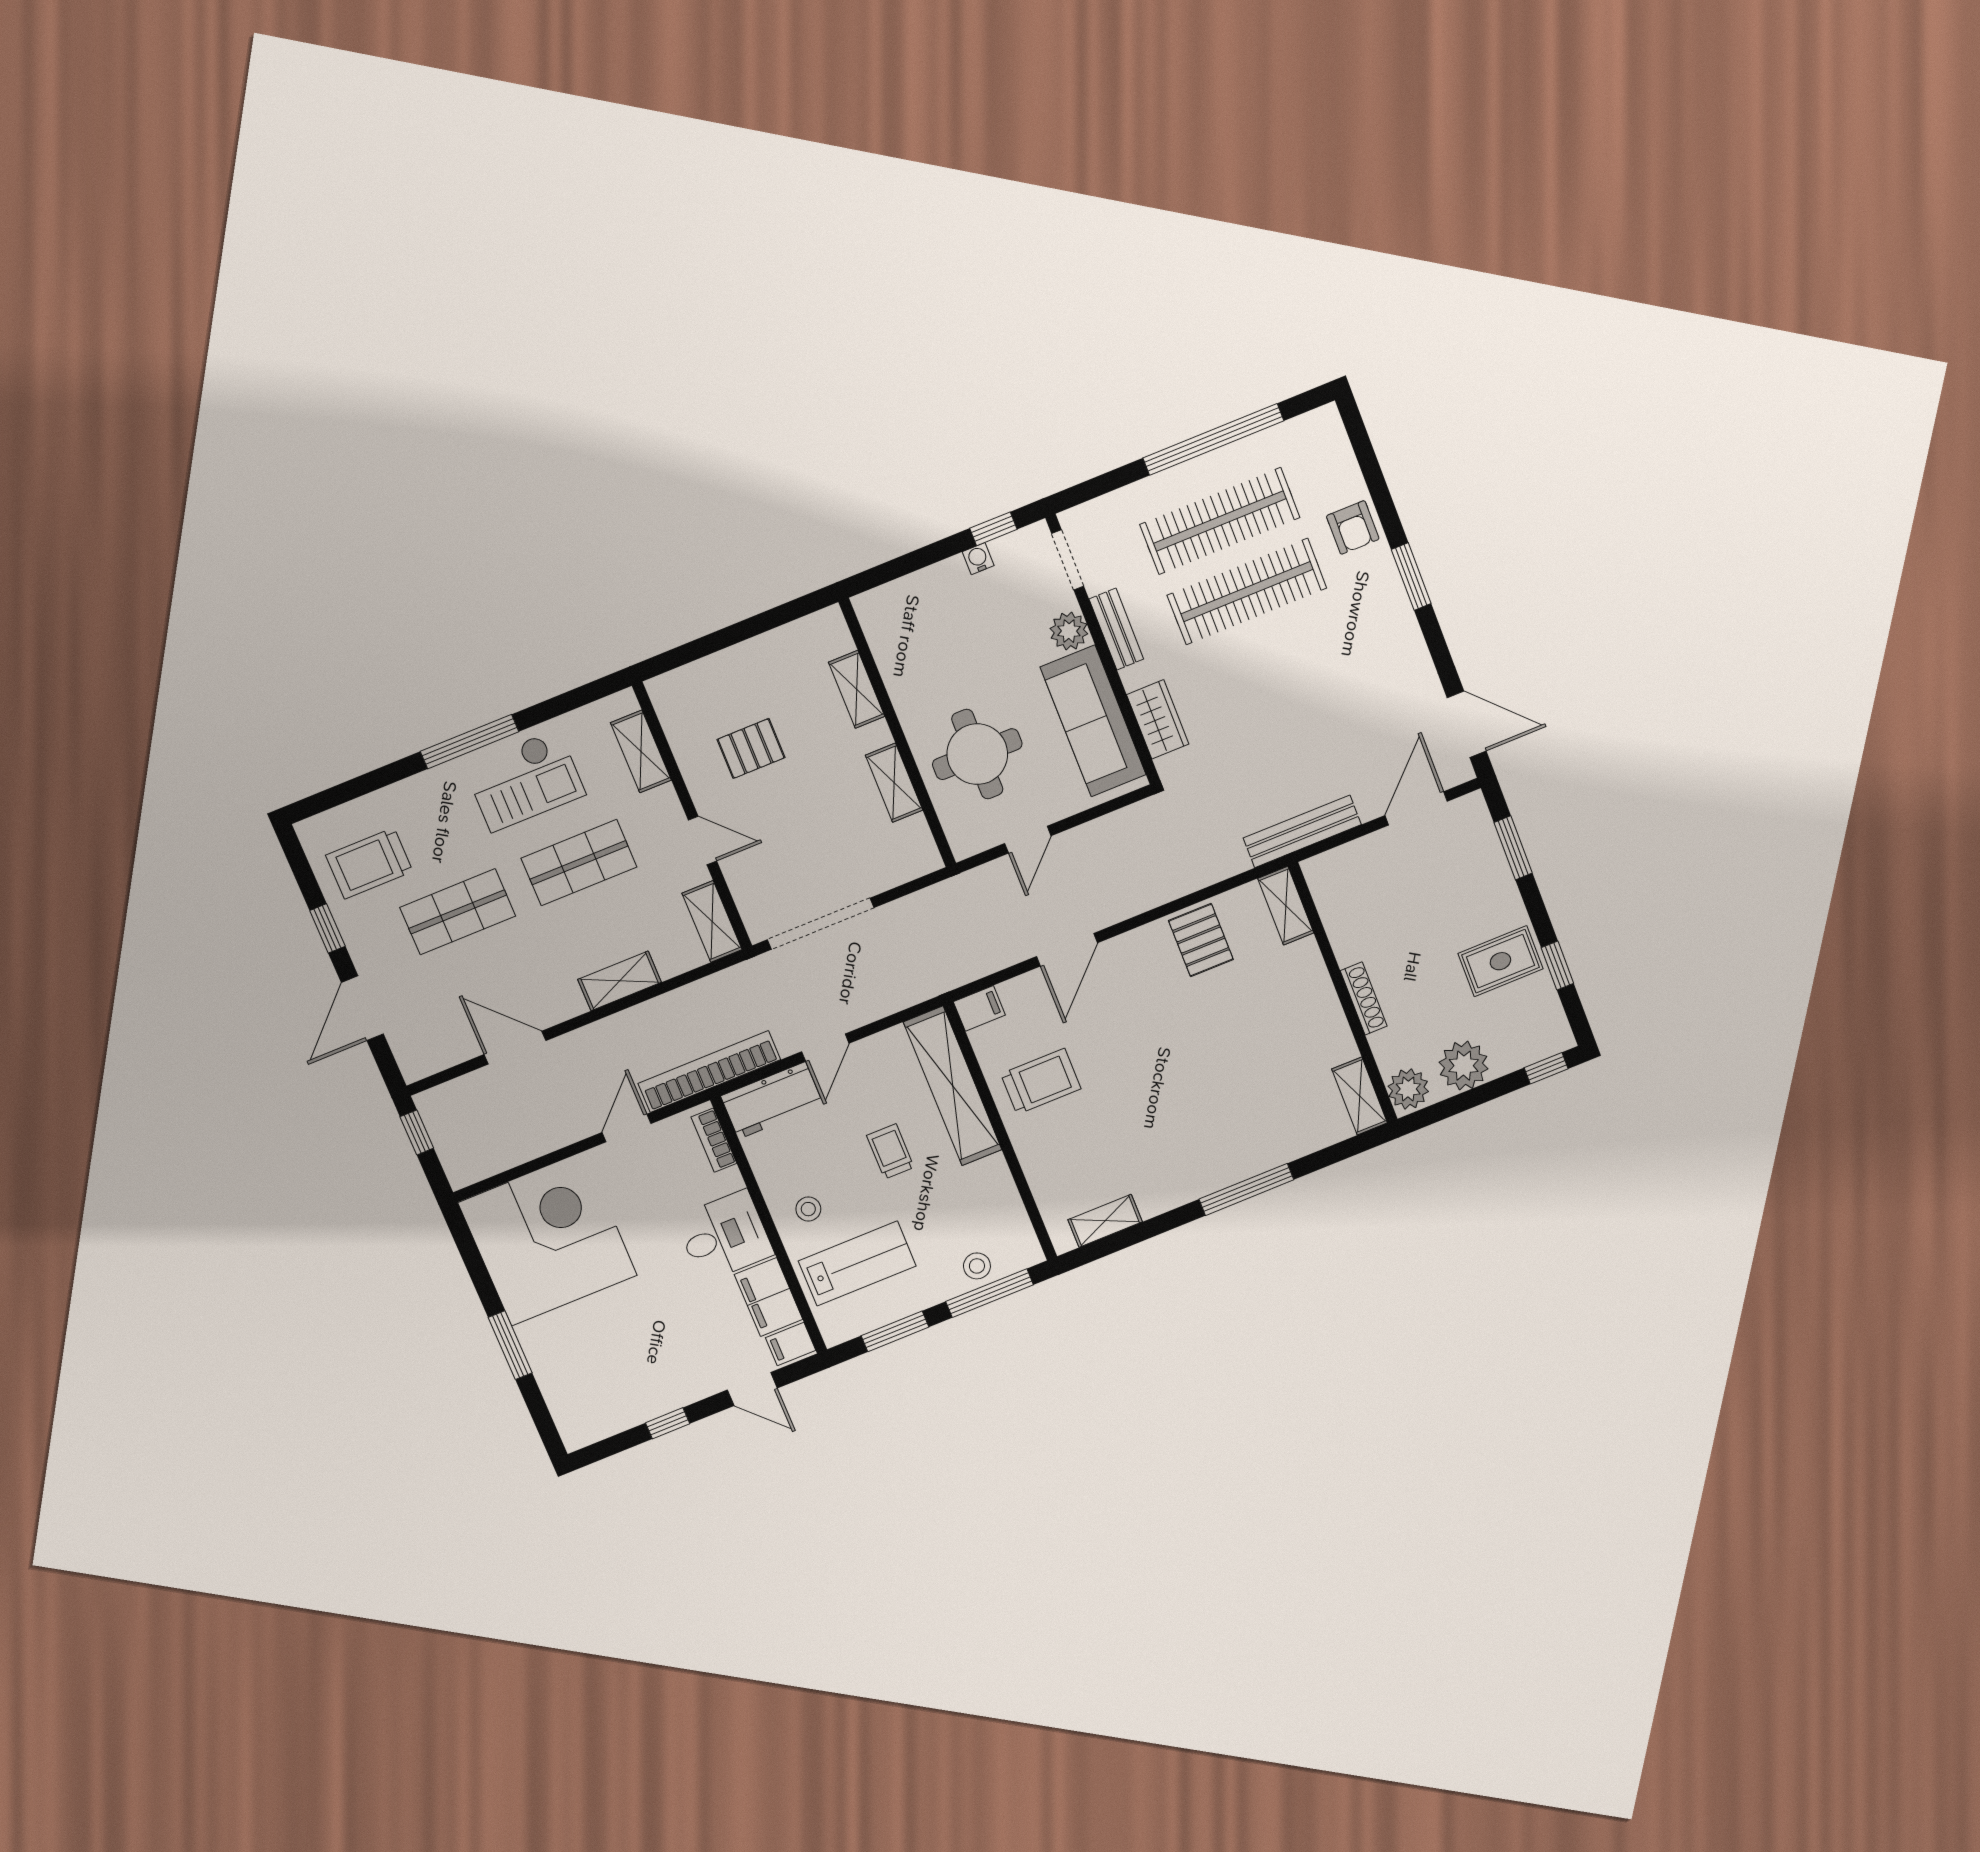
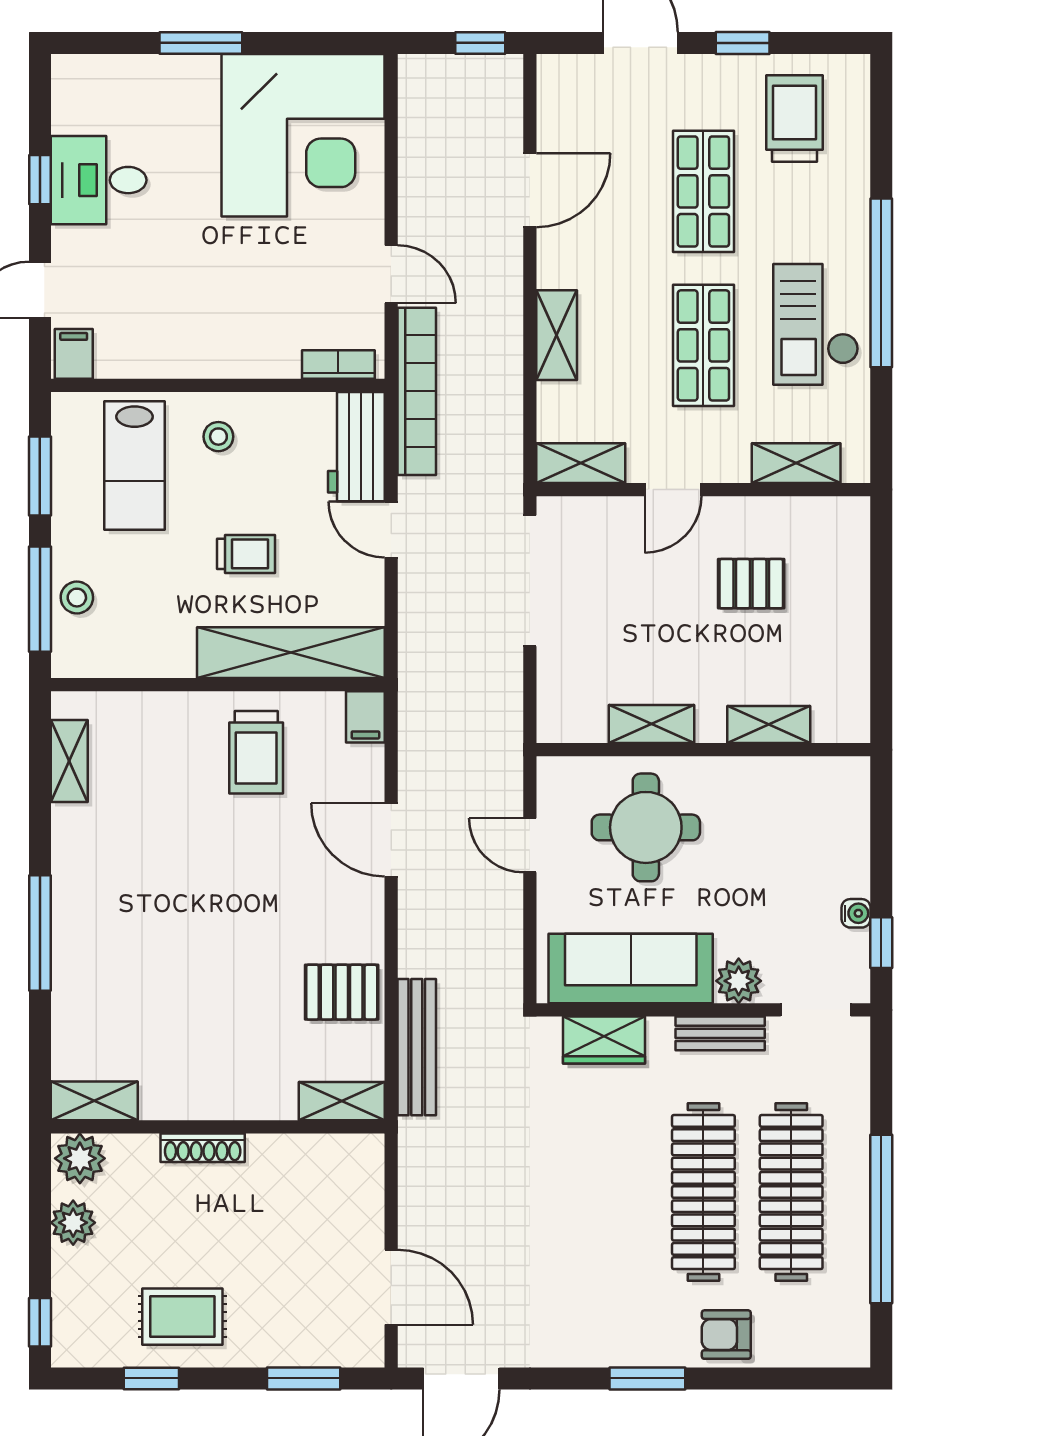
window: (470, 742) -> (881, 283), width x1.46
pallet: (751, 749) -> (751, 584), turned 90
bench: (1302, 831) -> (417, 1047), moved
rug: (1500, 961) -> (182, 1317), turned 90
plant: (1464, 1066) -> (73, 1223), width x0.73, depth x0.73
desk: (724, 1236) -> (99, 180), moved, turned 90
filing cabinet: (769, 1297) -> (137, 352), removed

